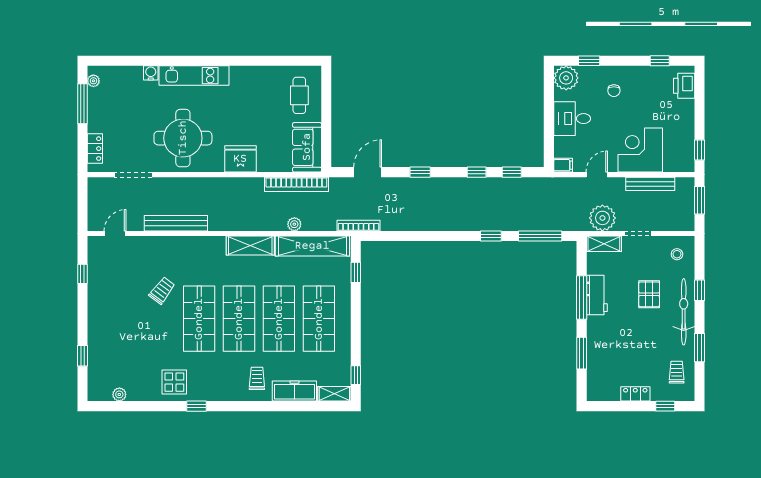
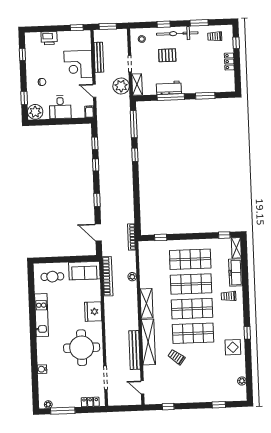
kitchen unit: (194, 76) -> (42, 315), moved
printer: (684, 86) -> (49, 38), moved
shelving: (312, 246) -> (148, 342), moved

